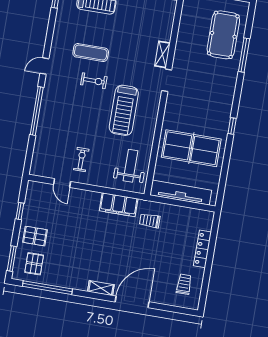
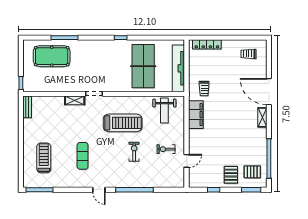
exercise bike: (94, 81) -> (134, 152), moved
weight bench: (130, 166) -> (164, 111), turned -90
locker: (202, 249) -> (207, 44), moved

